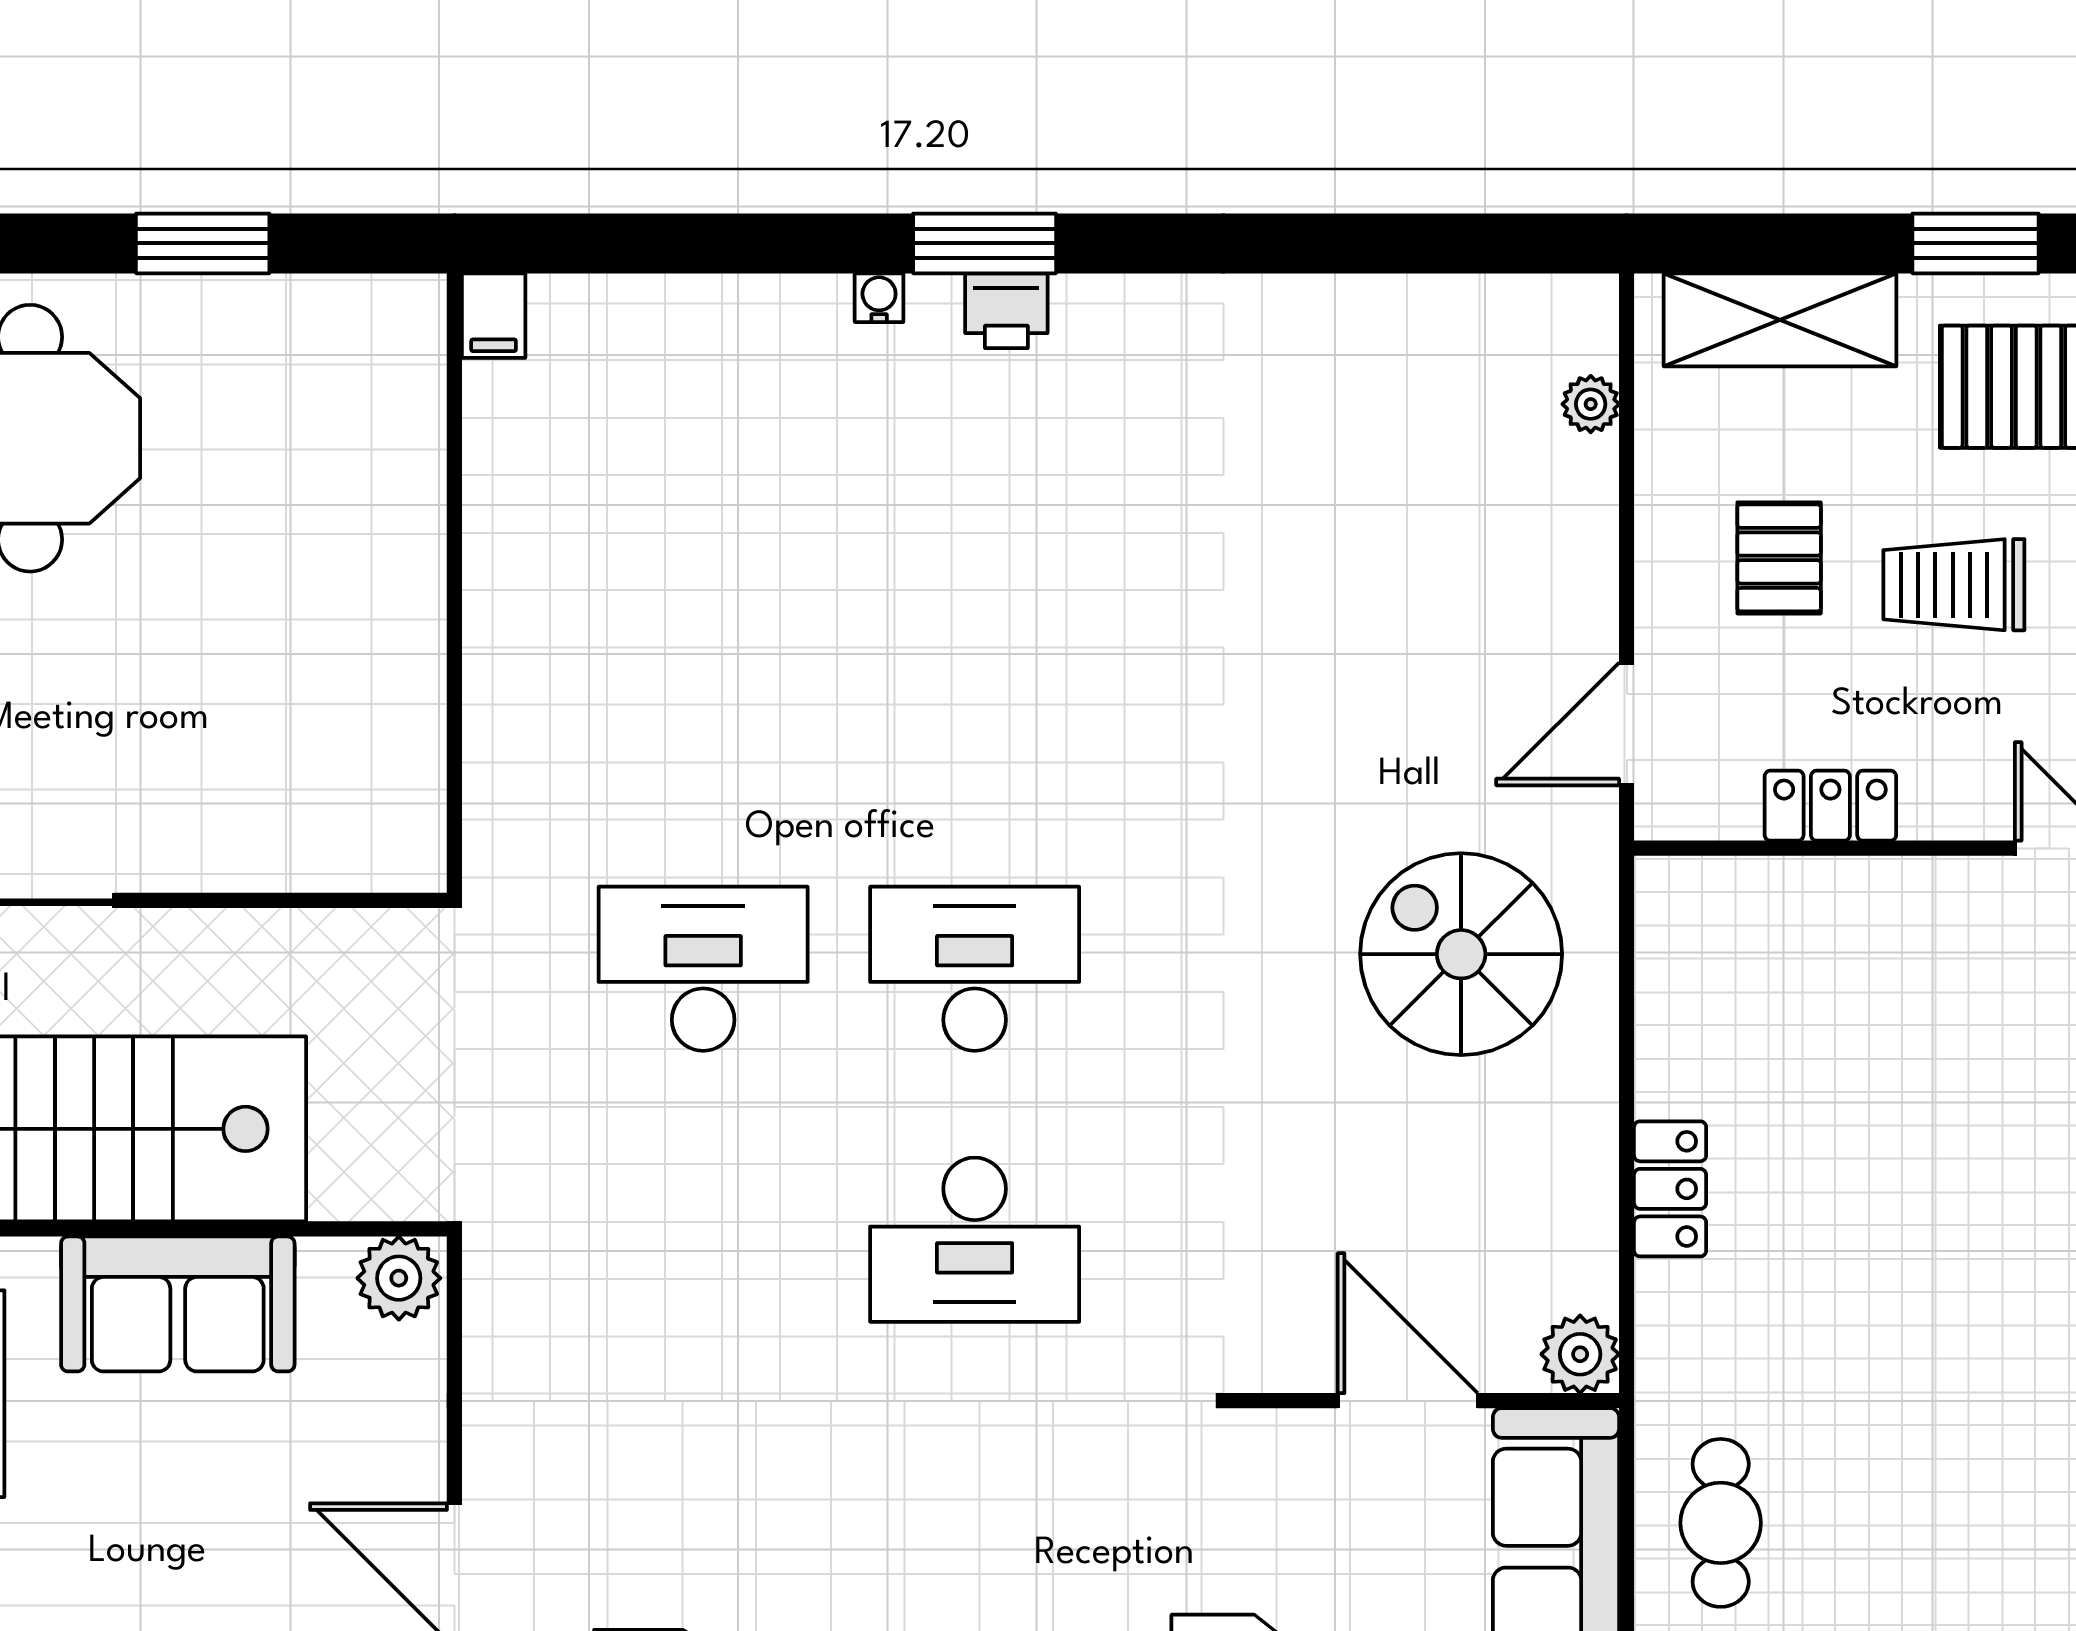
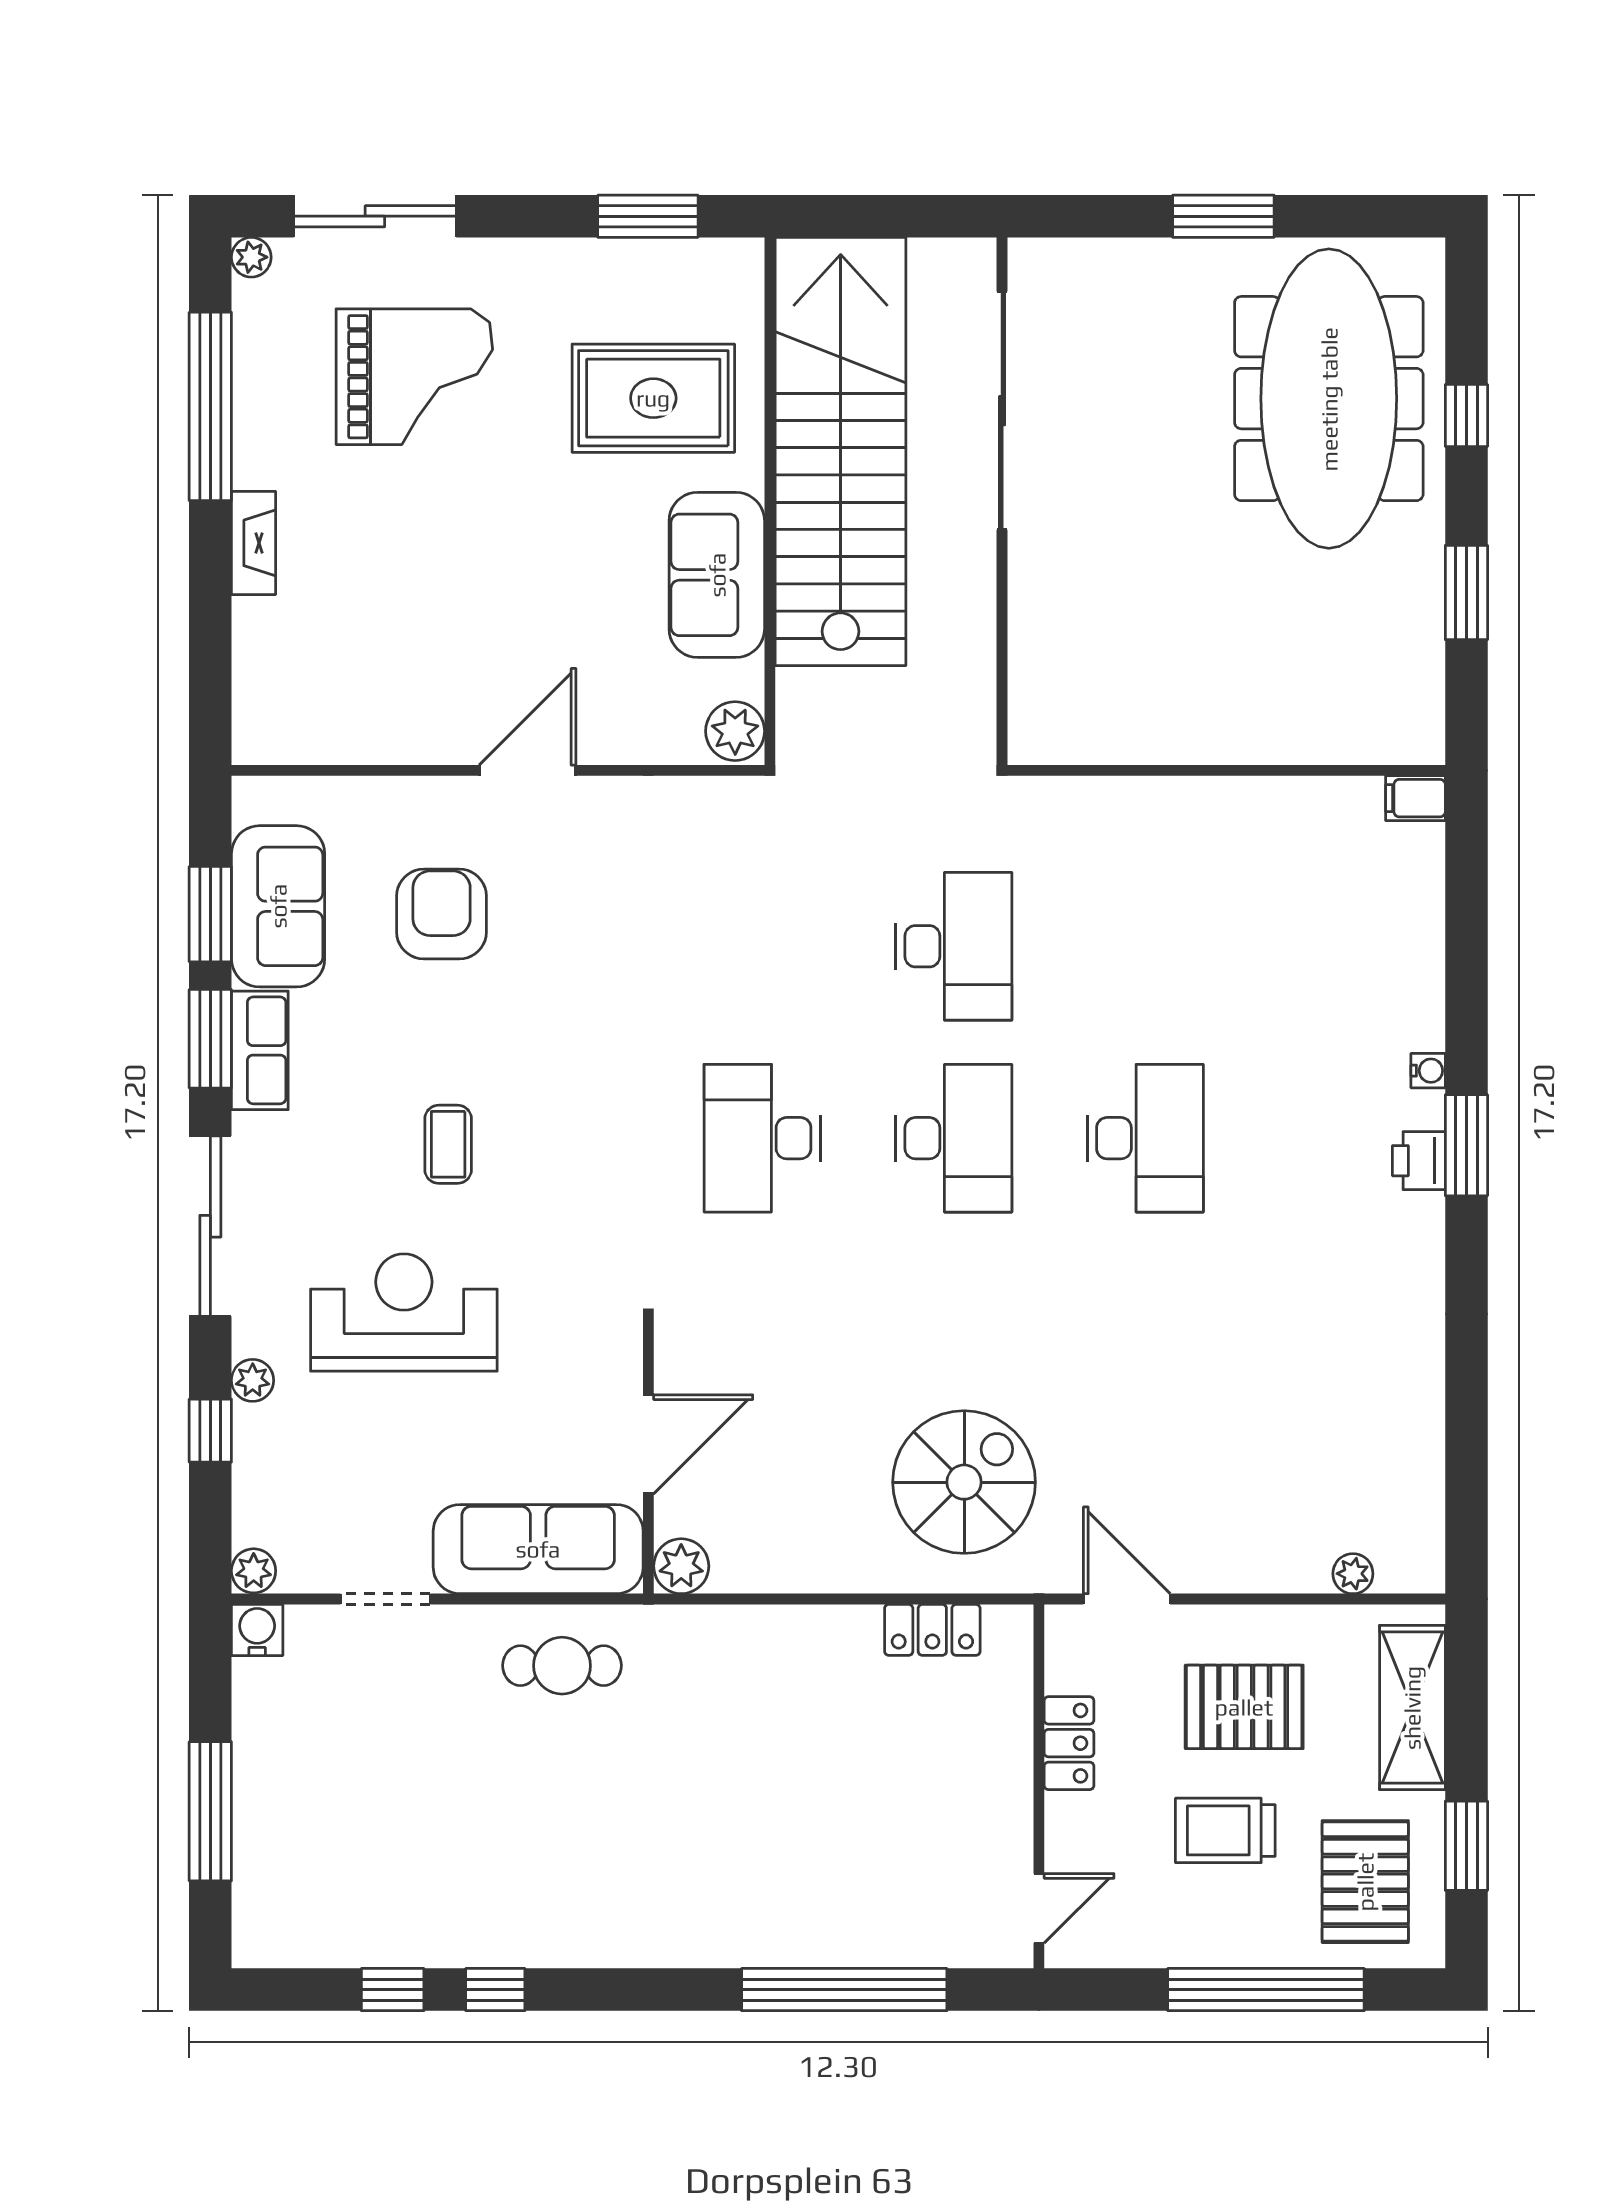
pallet: (1779, 558) -> (1244, 1707), width x1.50, depth x1.42
trolley: (1954, 585) -> (1225, 1830), turned -90
desk: (975, 698) -> (1145, 1138), added
locker: (1670, 1189) -> (932, 1630), moved

